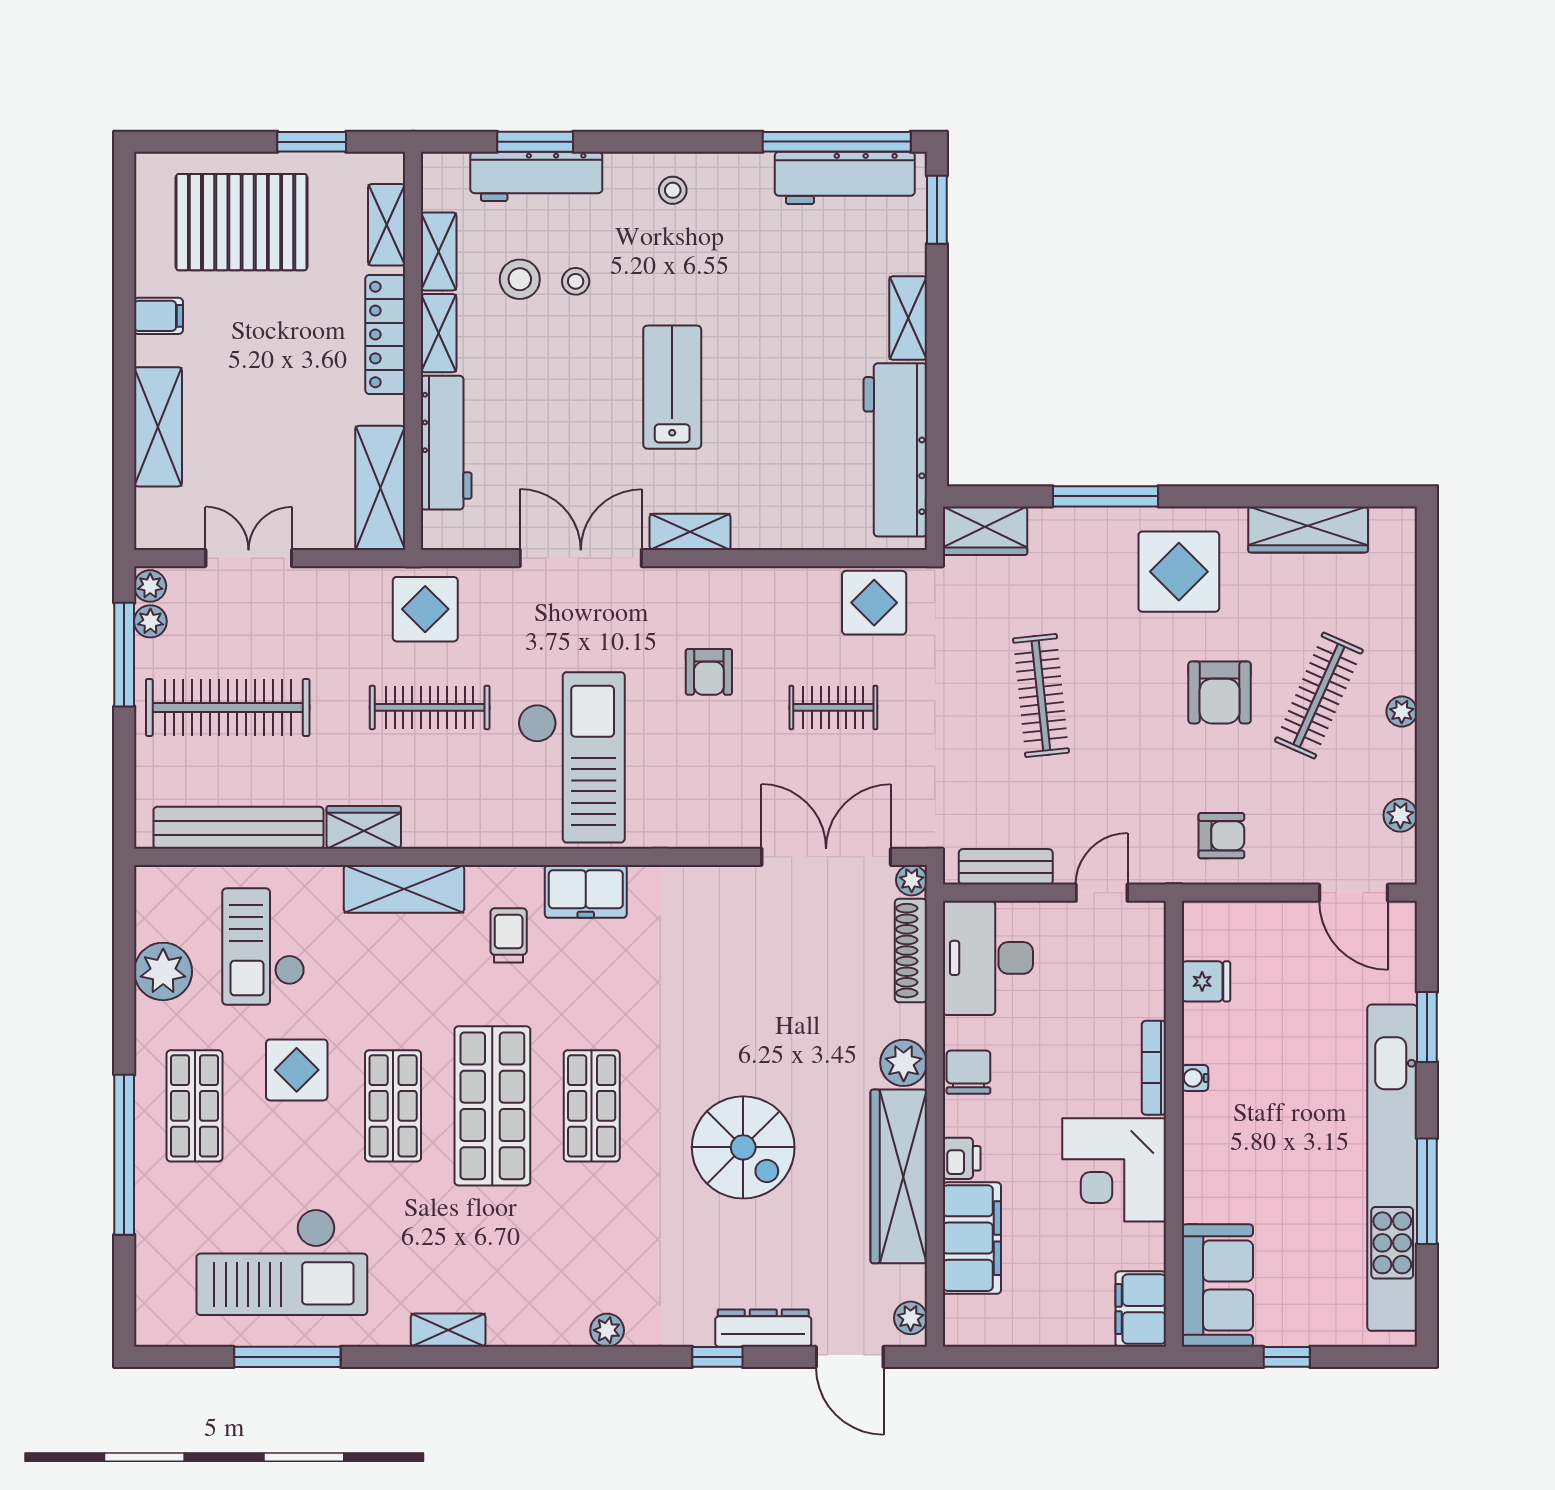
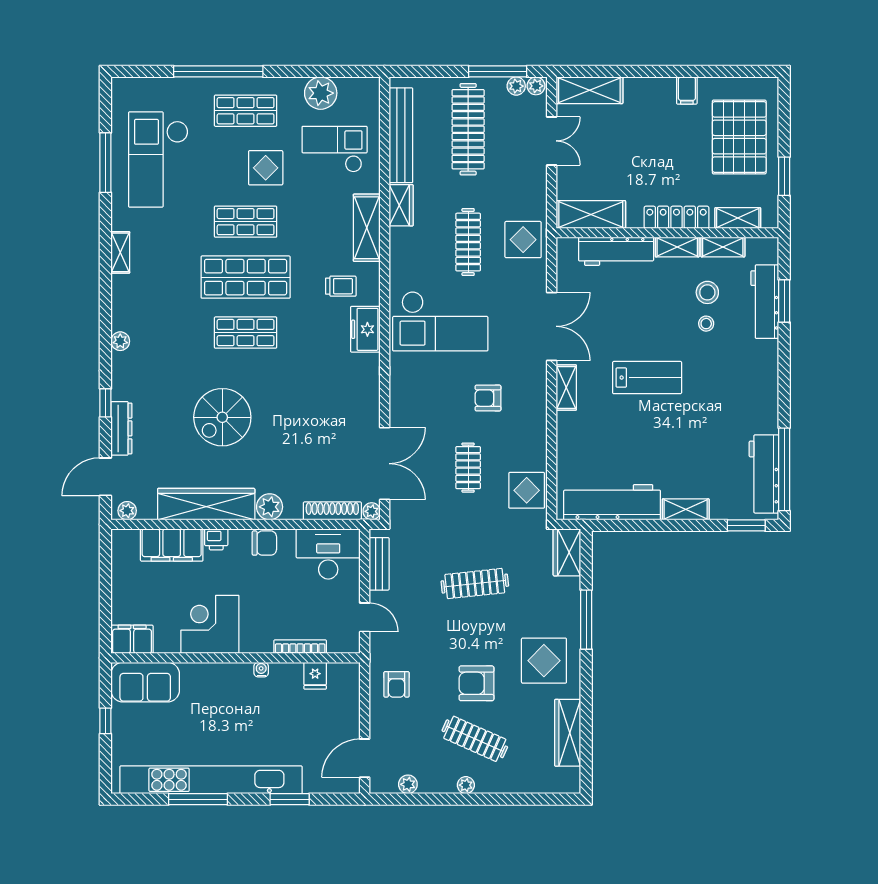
stool: (673, 190) -> (757, 378), removed
shelving: (158, 427) -> (589, 90), moved
bookcase: (1154, 1068) -> (300, 647), moved

